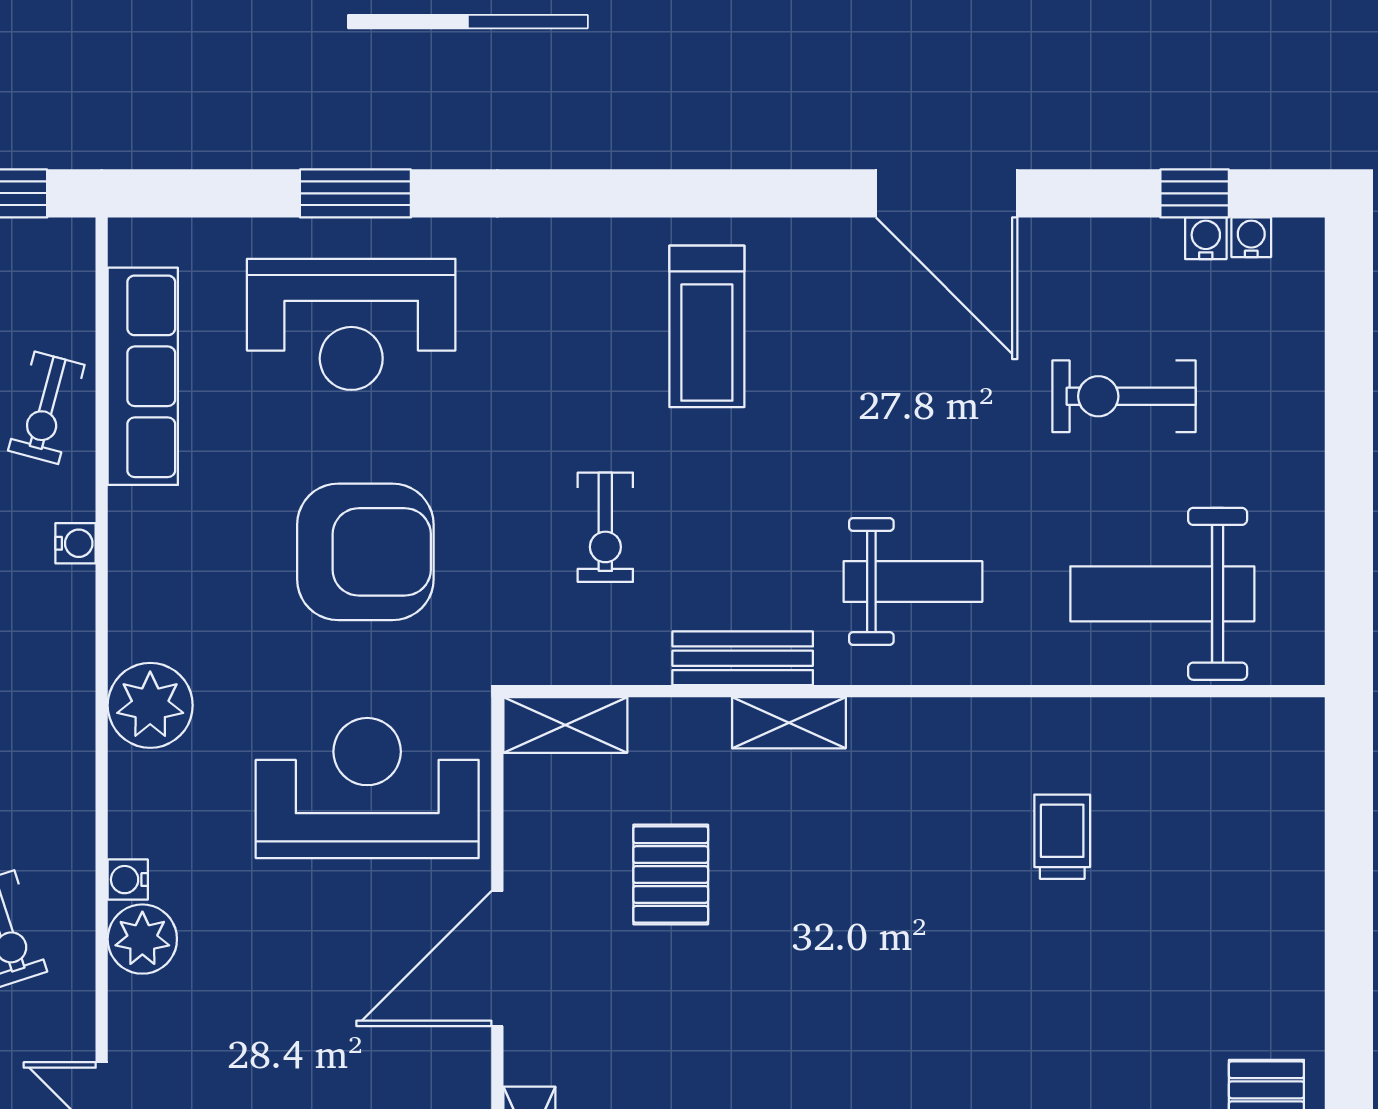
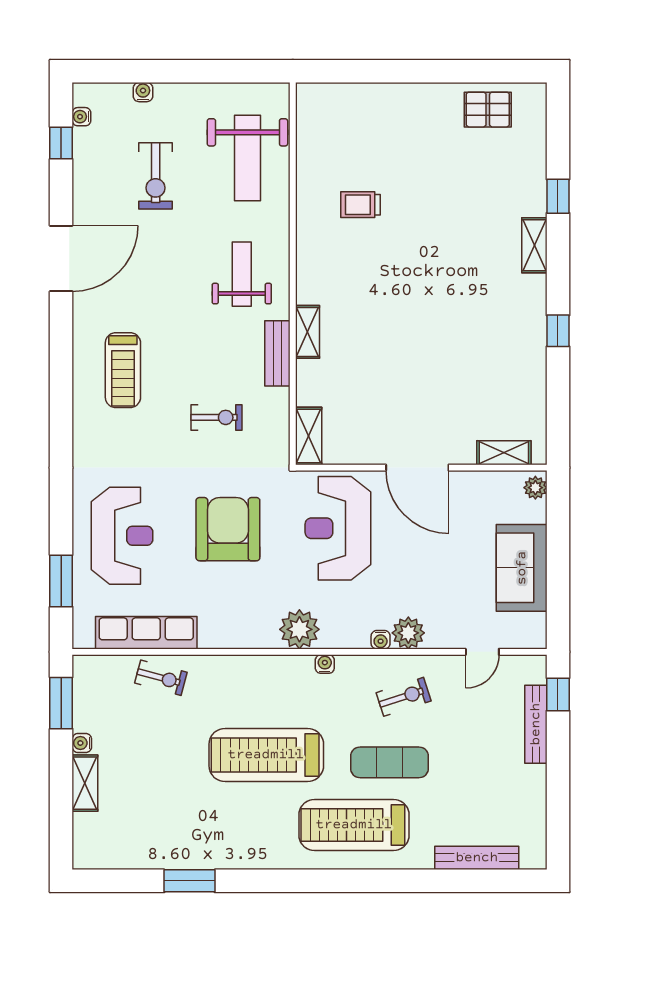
window: (355, 193) -> (61, 581), moved
water cooler: (1206, 238) -> (143, 92), moved, turned 90
treadmill: (707, 326) -> (123, 370), turned 90
water cooler: (76, 543) -> (325, 664), moved
pallet: (671, 875) -> (378, 387), removed

